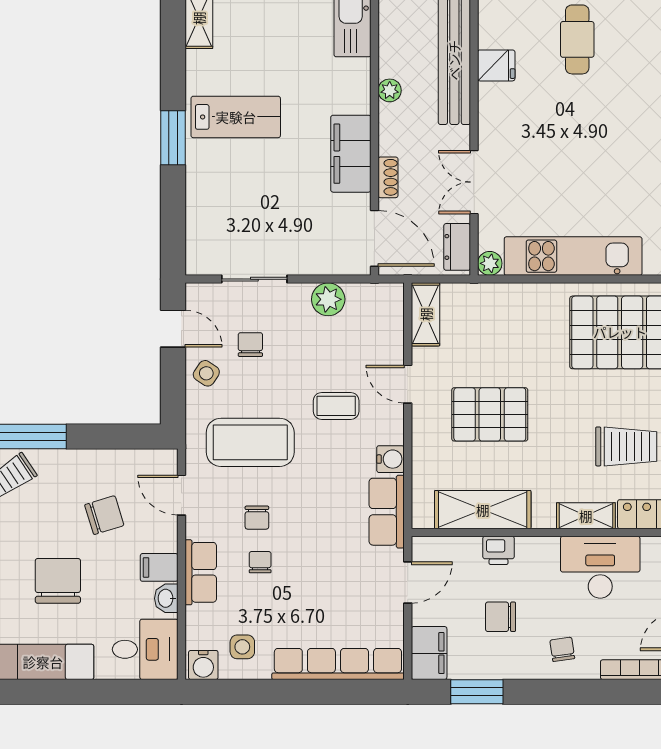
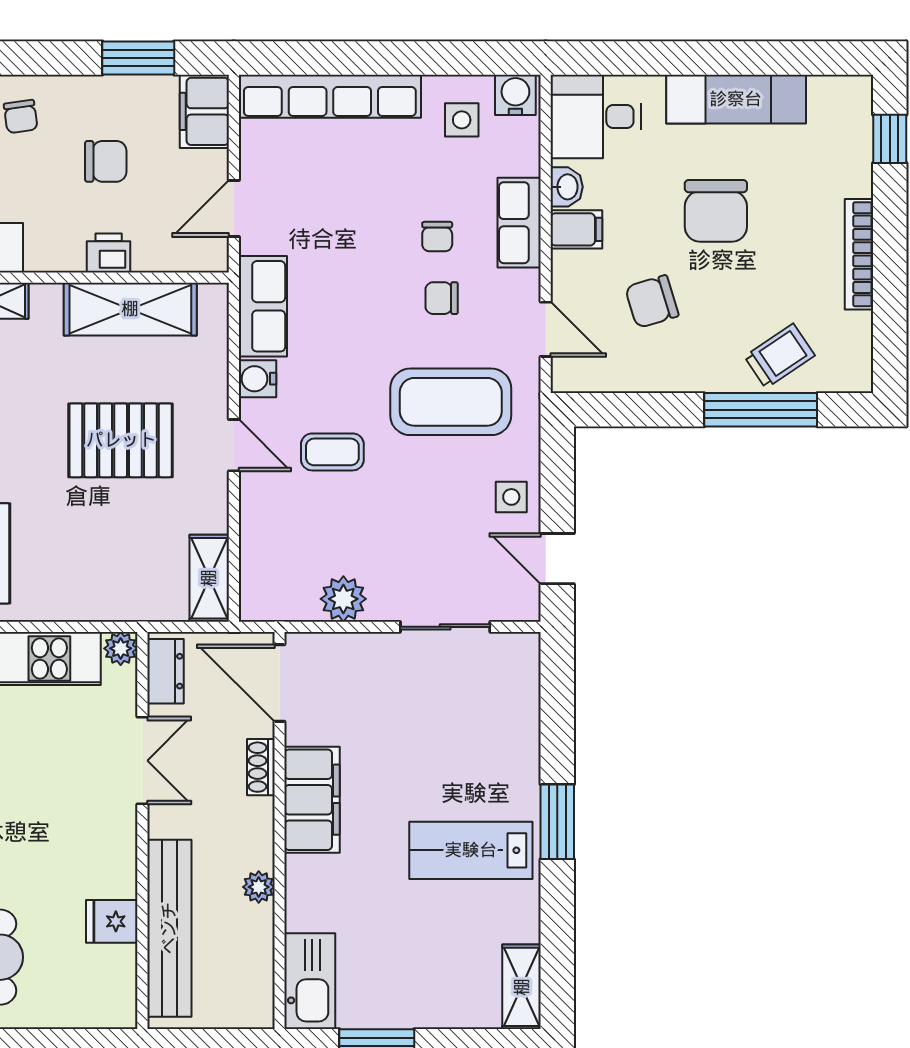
chair: (250, 345) -> (451, 537), removed
side table: (206, 373) -> (511, 497), turned -34
door: (408, 384) -> (234, 445), moved
chair: (257, 518) -> (442, 298), turned -90

